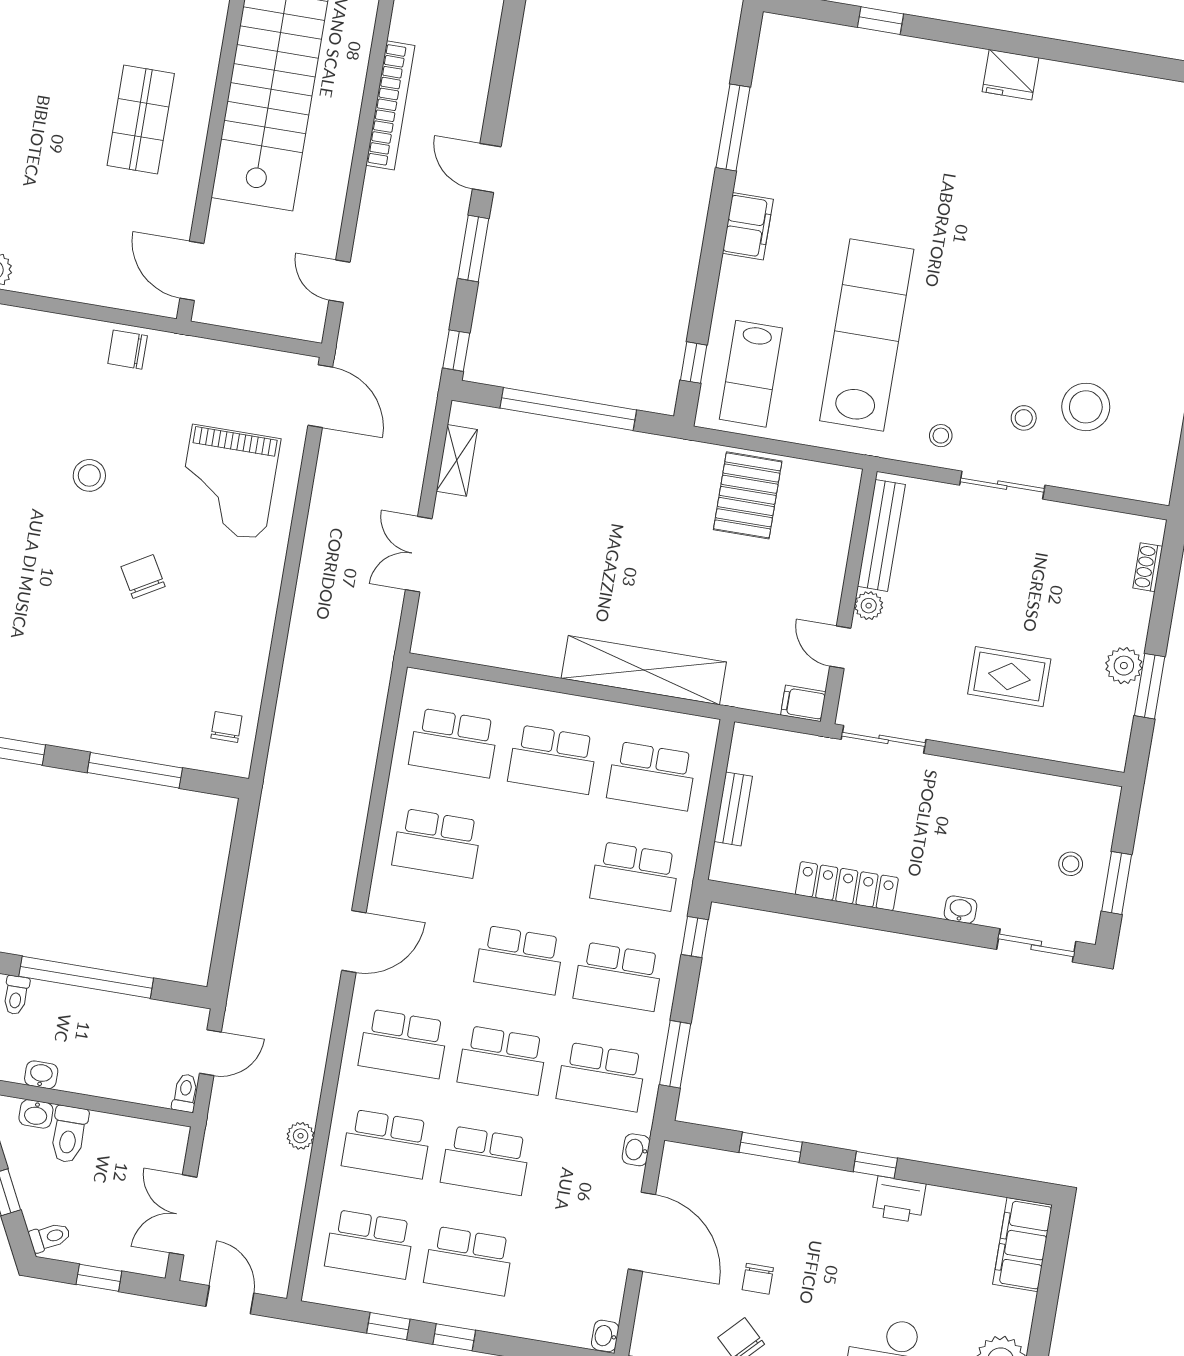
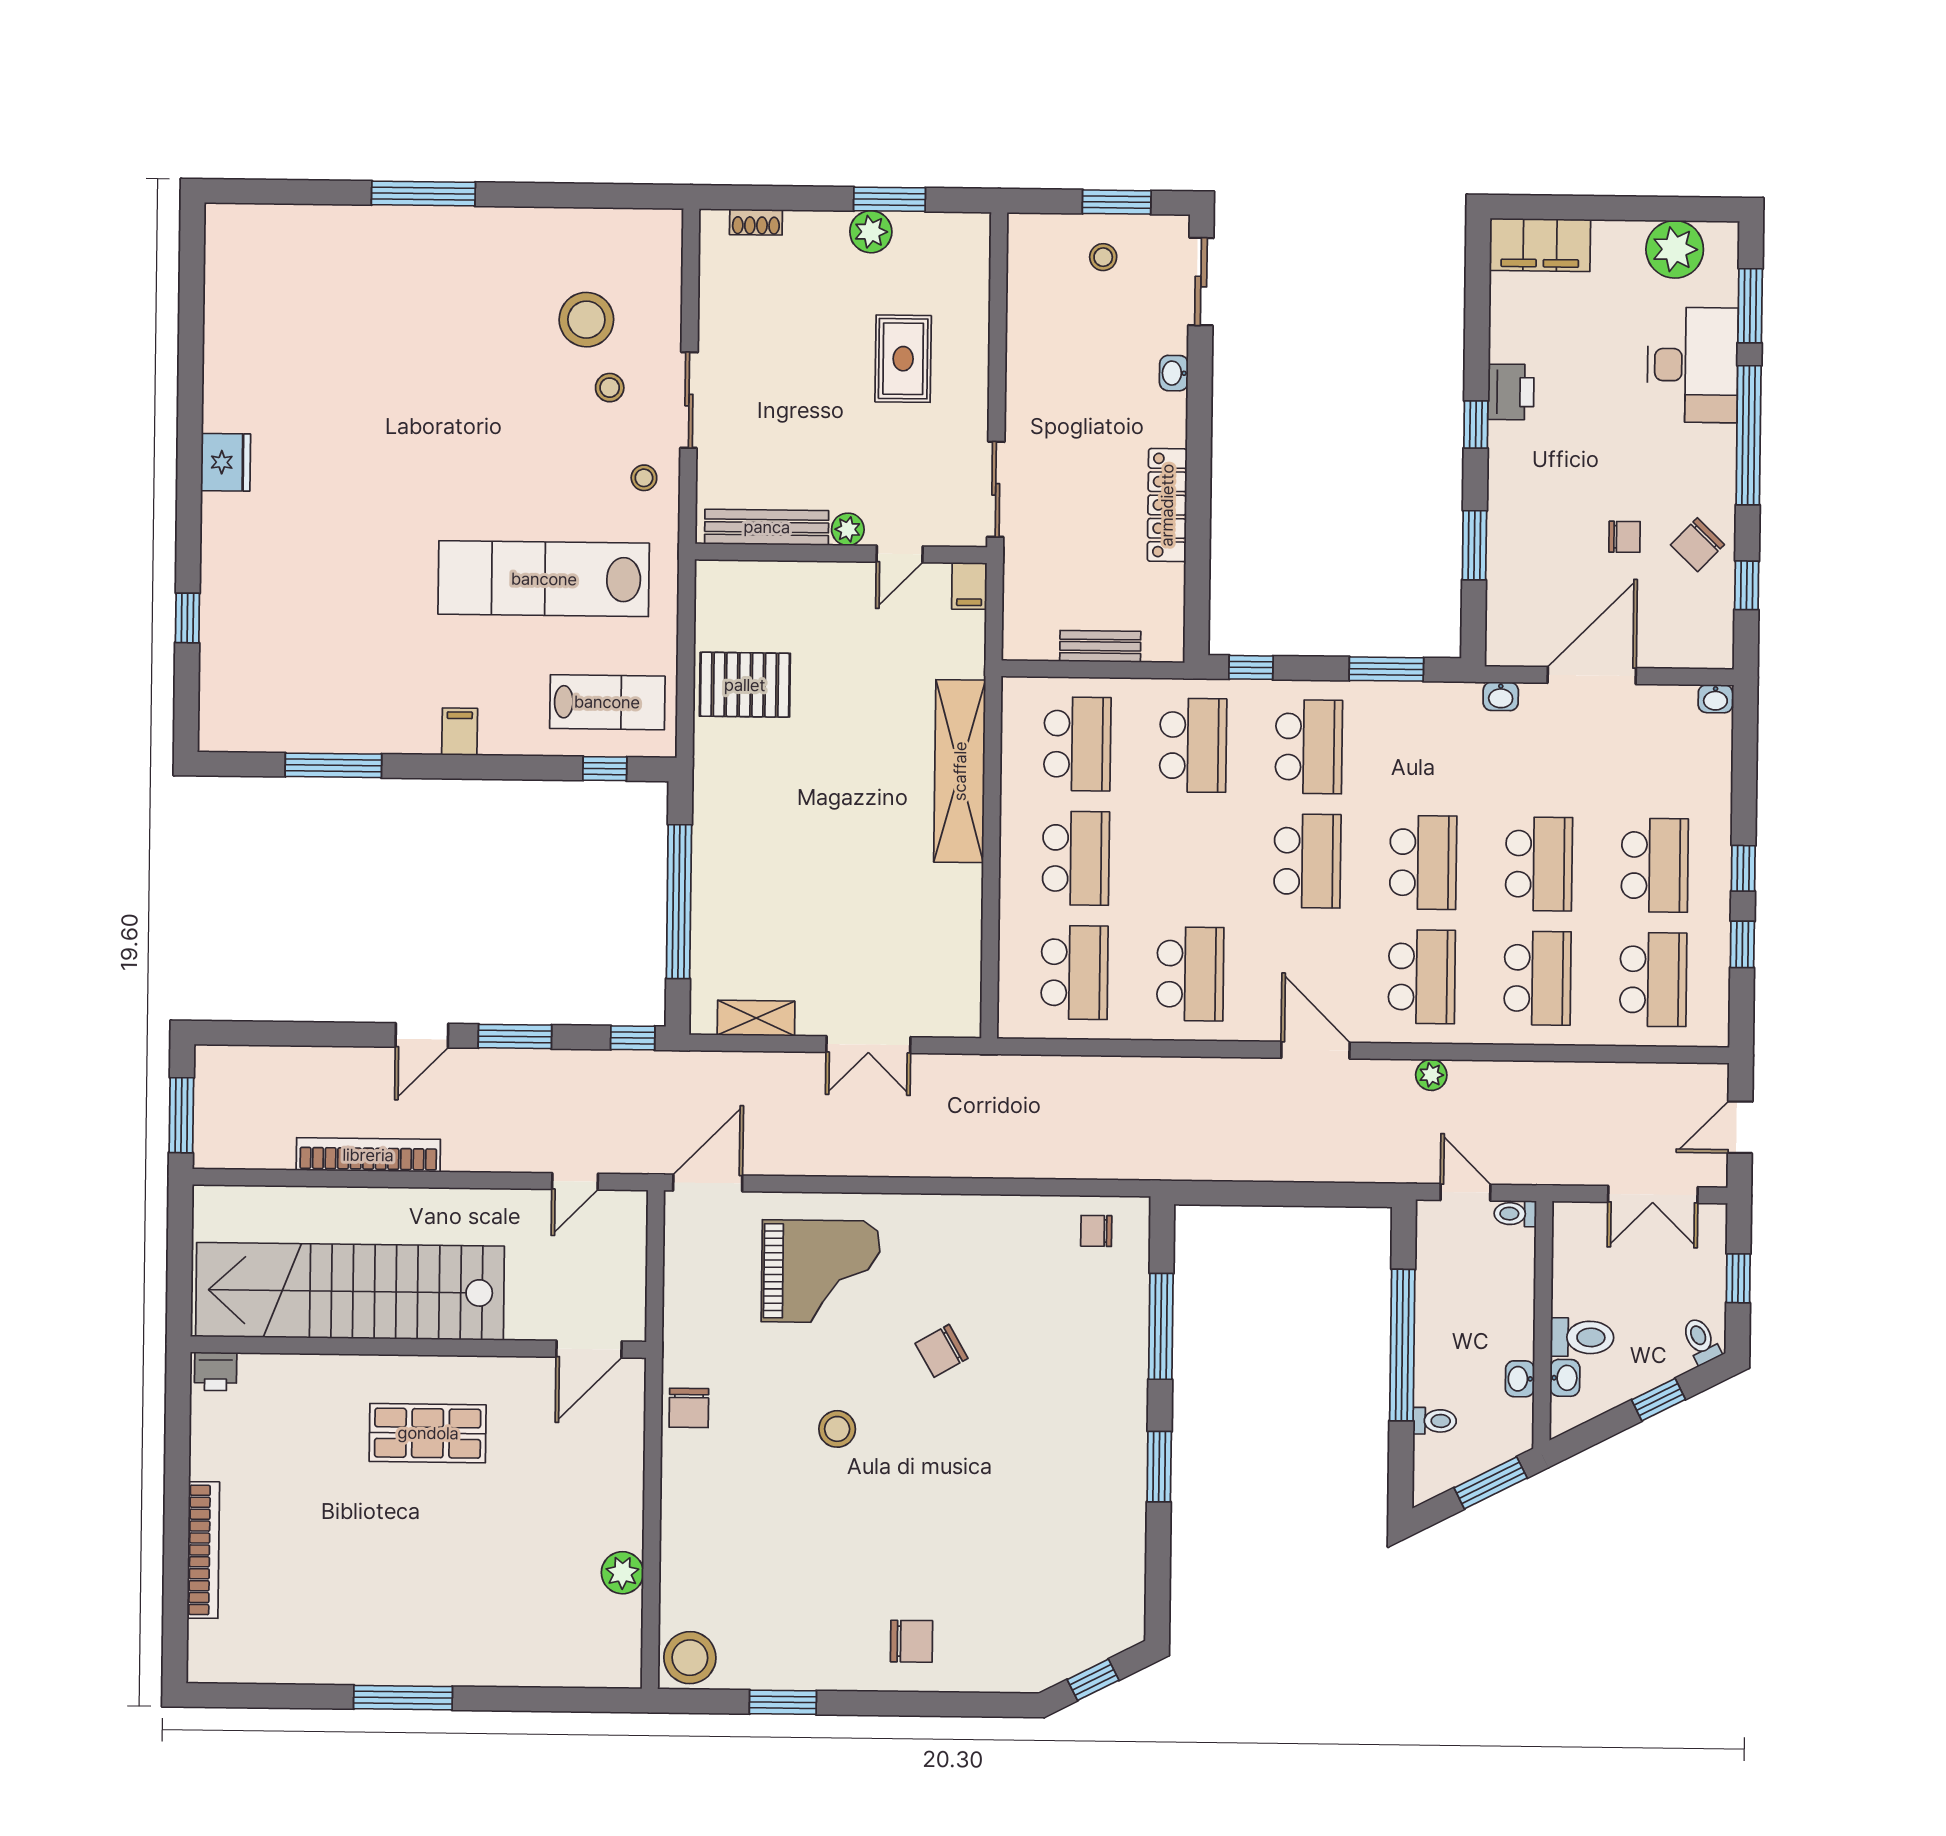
filing cabinet: (748, 226) -> (460, 732), width x0.50
school desk: (601, 1077) -> (1425, 748), removed
plant: (301, 1136) -> (1431, 1075), moved

